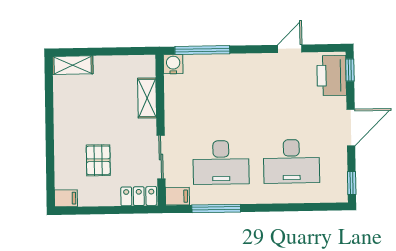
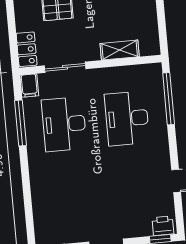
water cooler: (173, 64) -> (153, 72), removed
printer: (332, 76) -> (163, 226), width x0.53, depth x0.68
desk: (291, 161) -> (127, 118), moved

